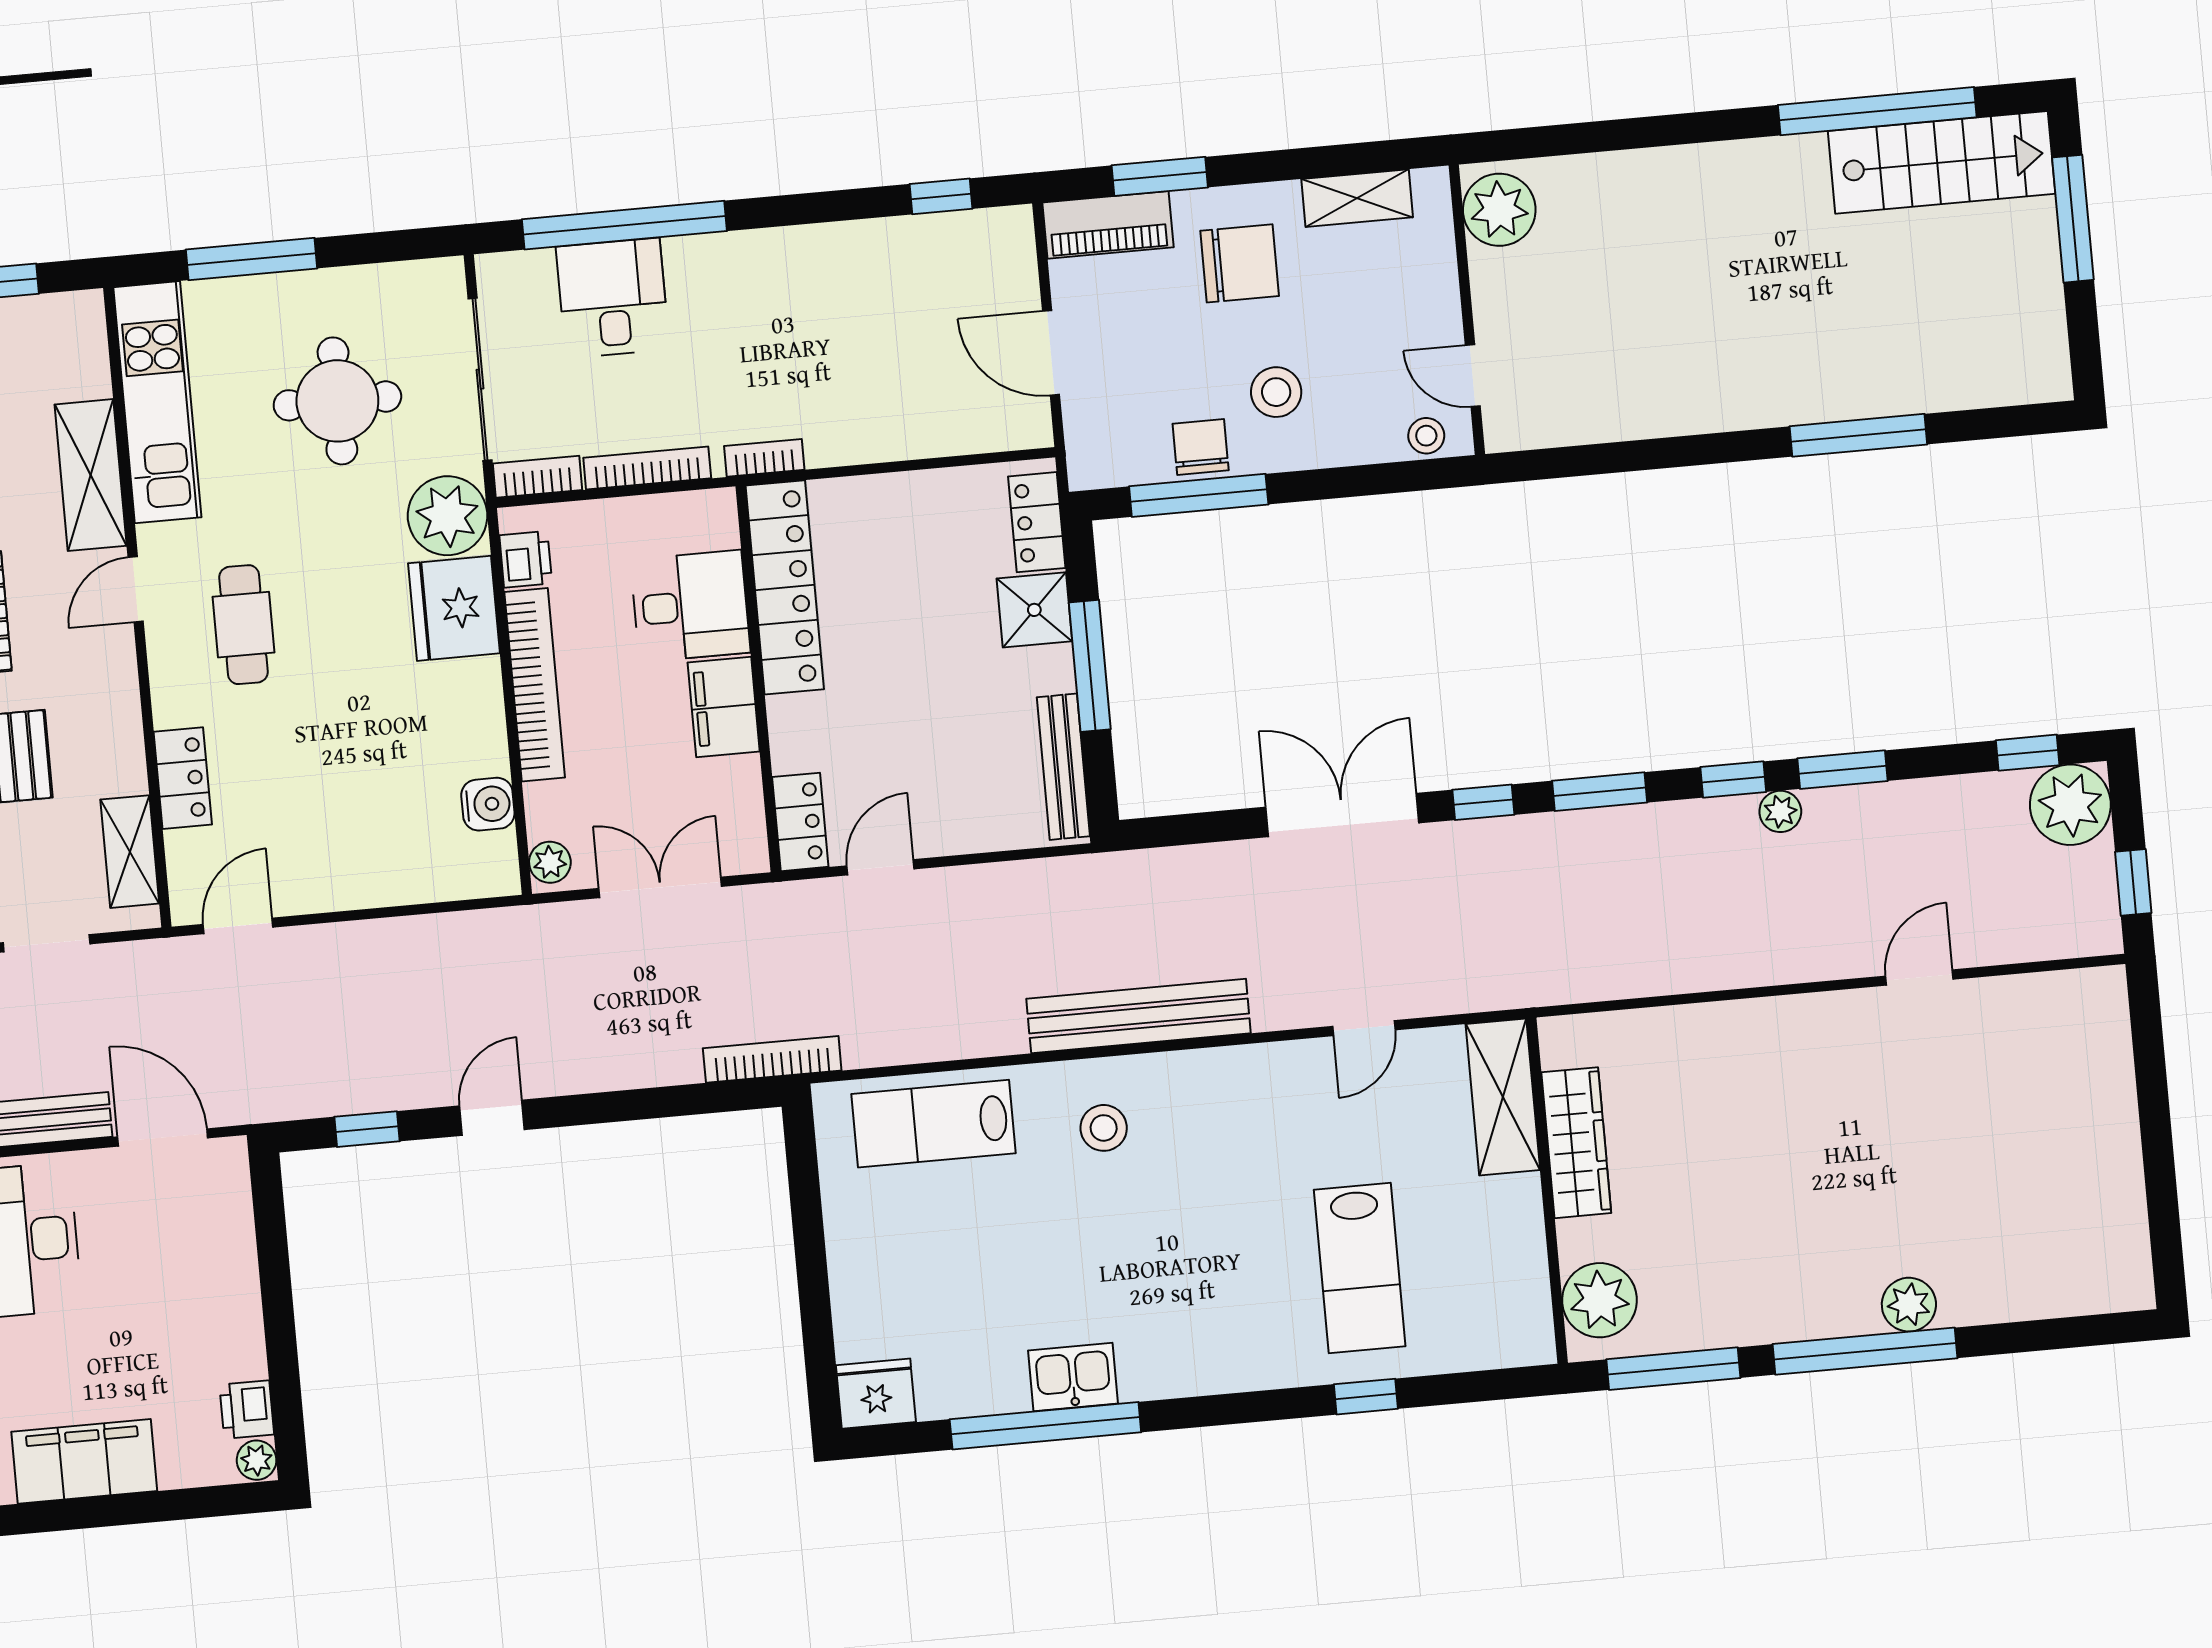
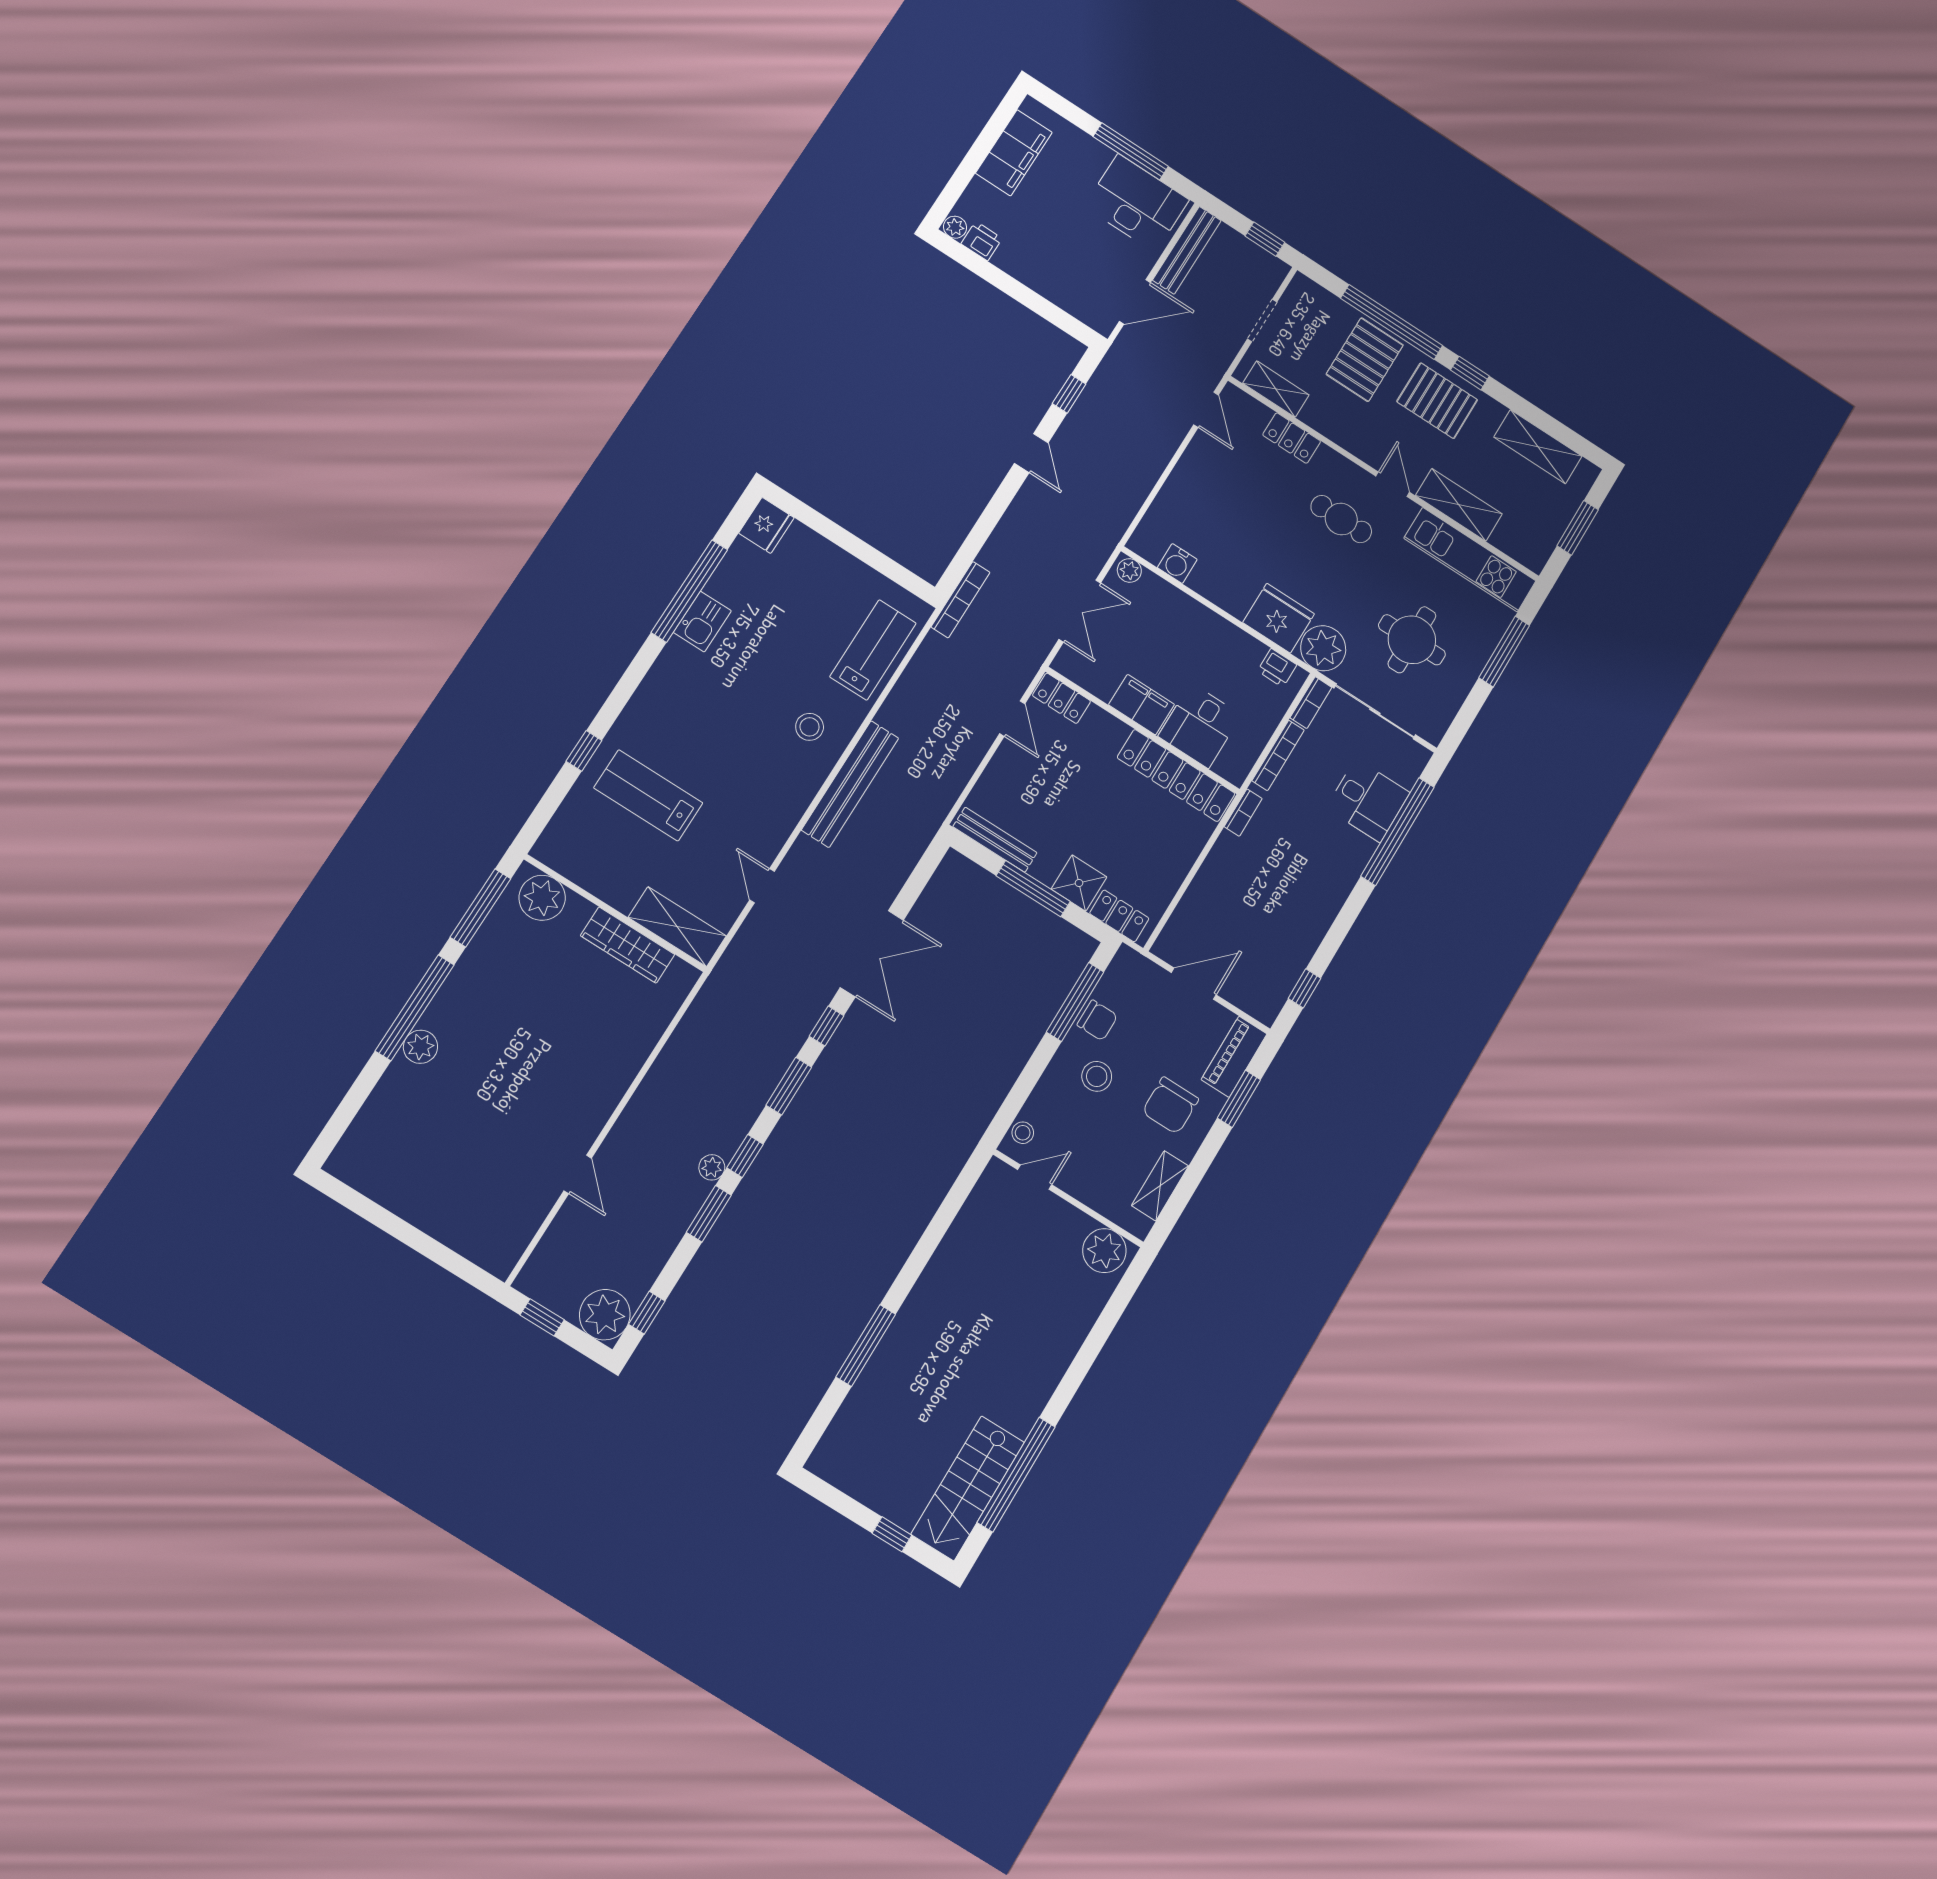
window: (2073, 219) -> (892, 1534), width x0.46
bookcase: (535, 685) -> (1216, 627), removed

